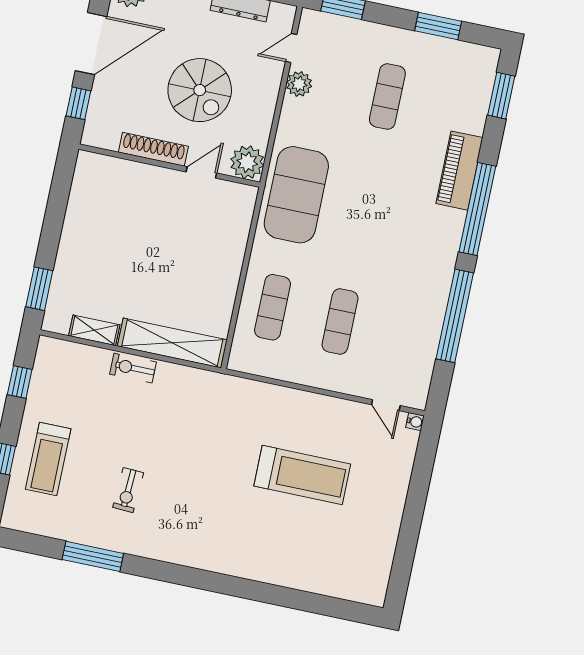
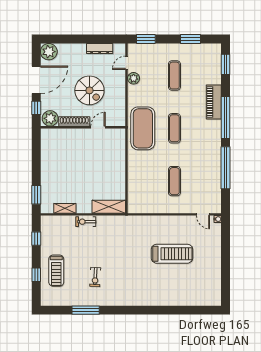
plant: (247, 162) -> (50, 118), moved
exercise mat: (273, 307) -> (174, 128), moved
shelving: (172, 343) -> (109, 207), width x0.68

